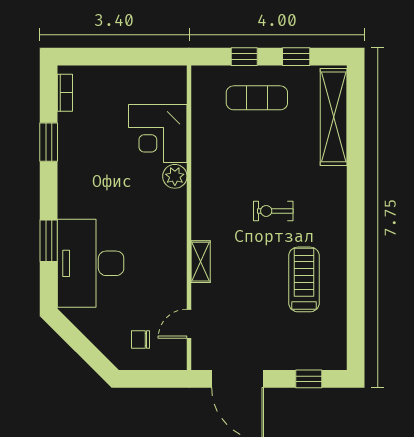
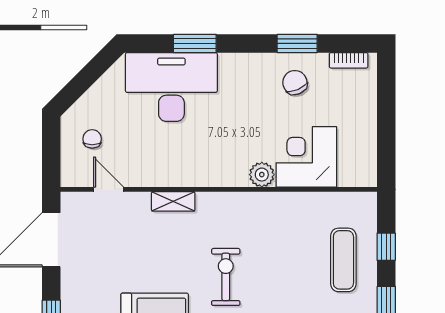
chair: (86, 145) -> (295, 83), added
exercise bike: (273, 211) -> (226, 277), width x1.38, depth x1.39

